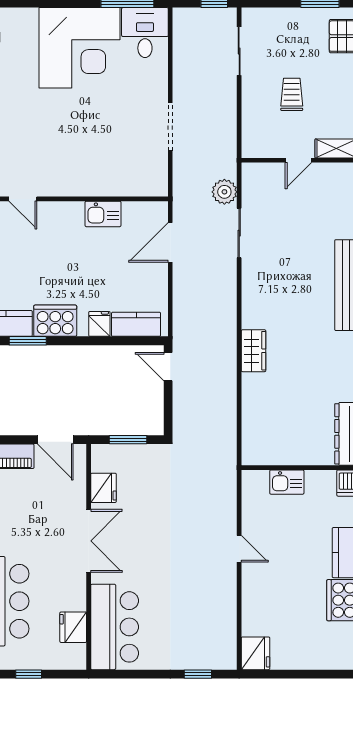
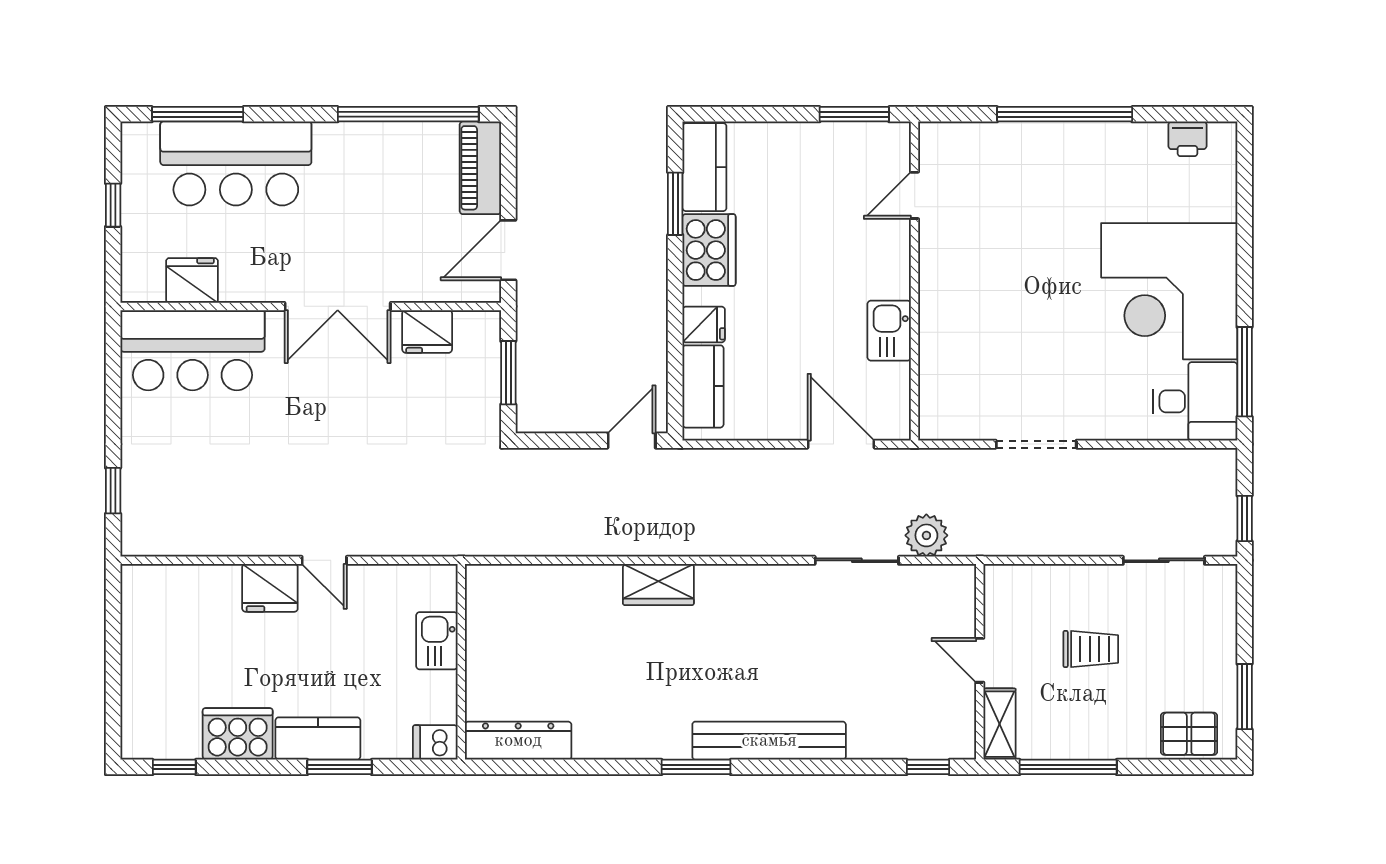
door: (239, 549) -> (324, 560), hinge flipped
fridge: (255, 653) -> (270, 588), moved

